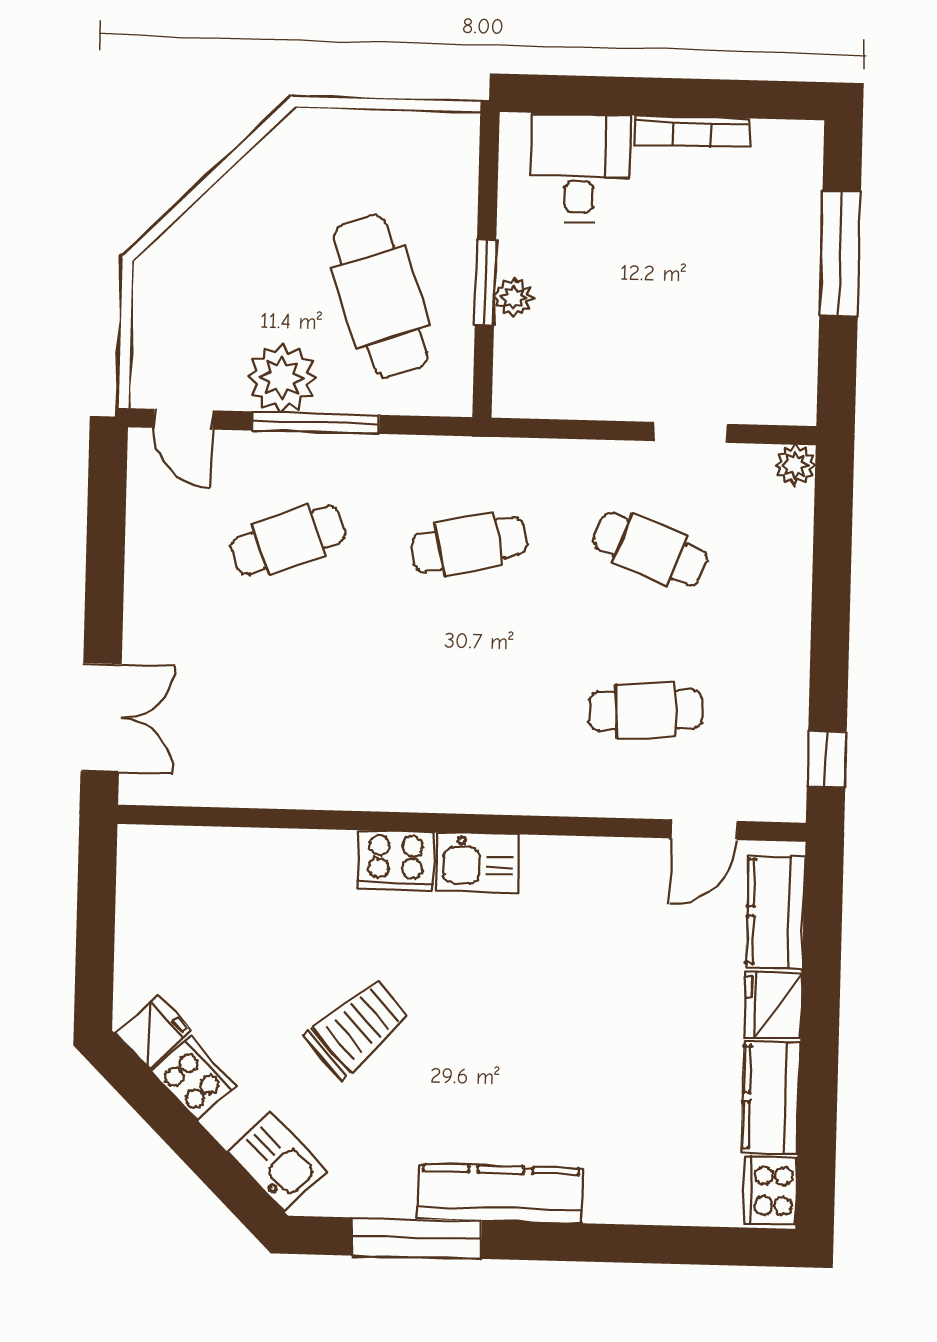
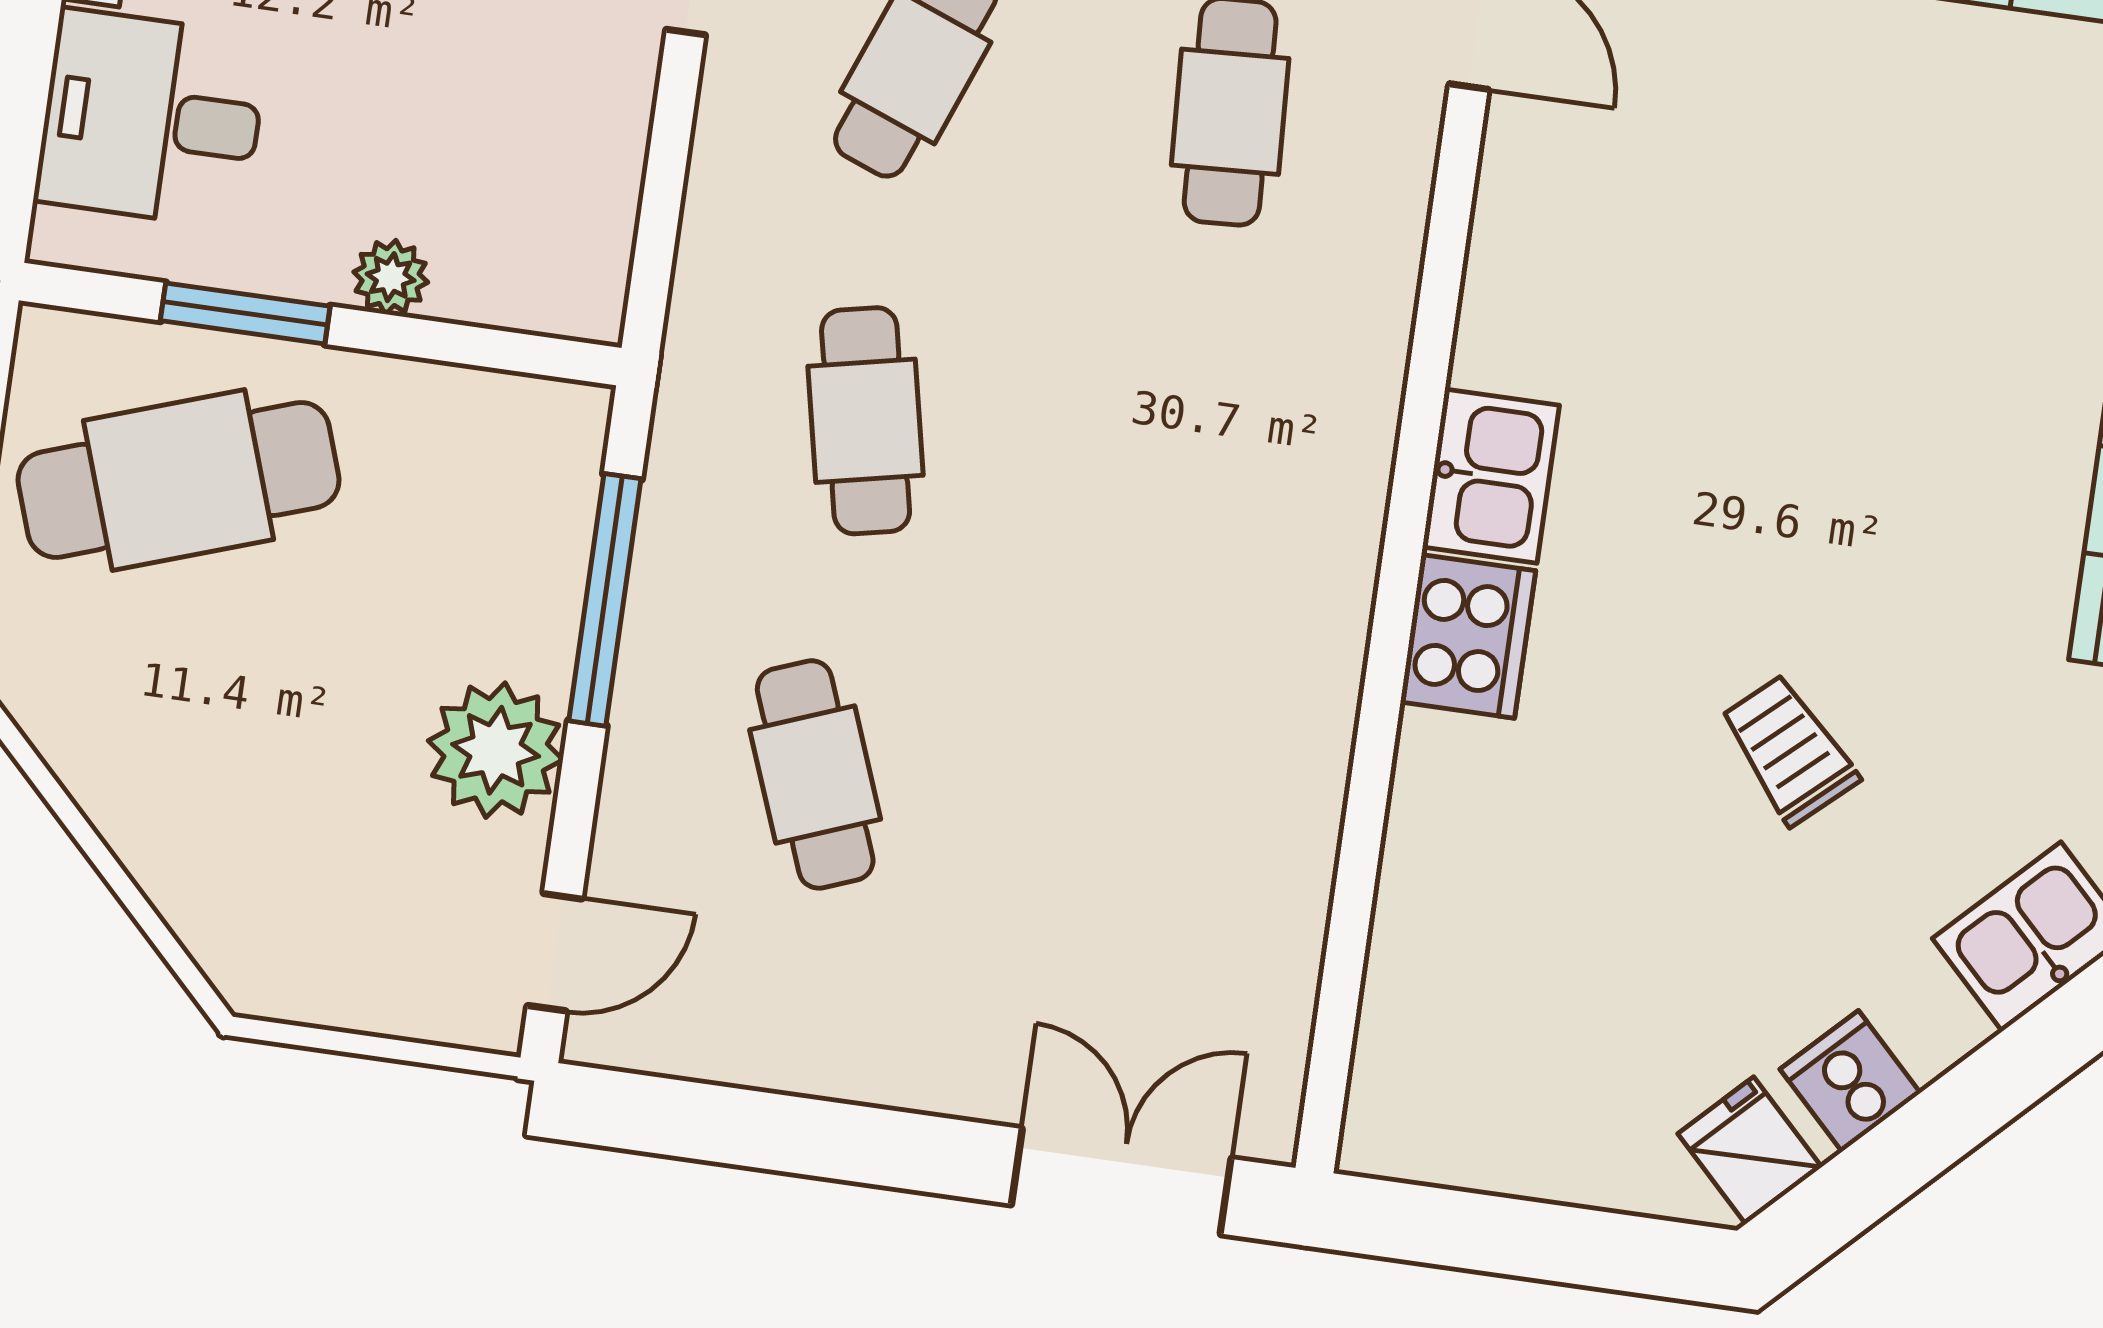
window: (485, 282) -> (245, 313), moved
cafe table: (380, 296) -> (179, 480), moved
window: (316, 423) -> (605, 600), moved
trolley: (357, 1029) -> (1789, 750), width x0.73, depth x0.72
cooker: (194, 1079) -> (1850, 1081), width x0.73

